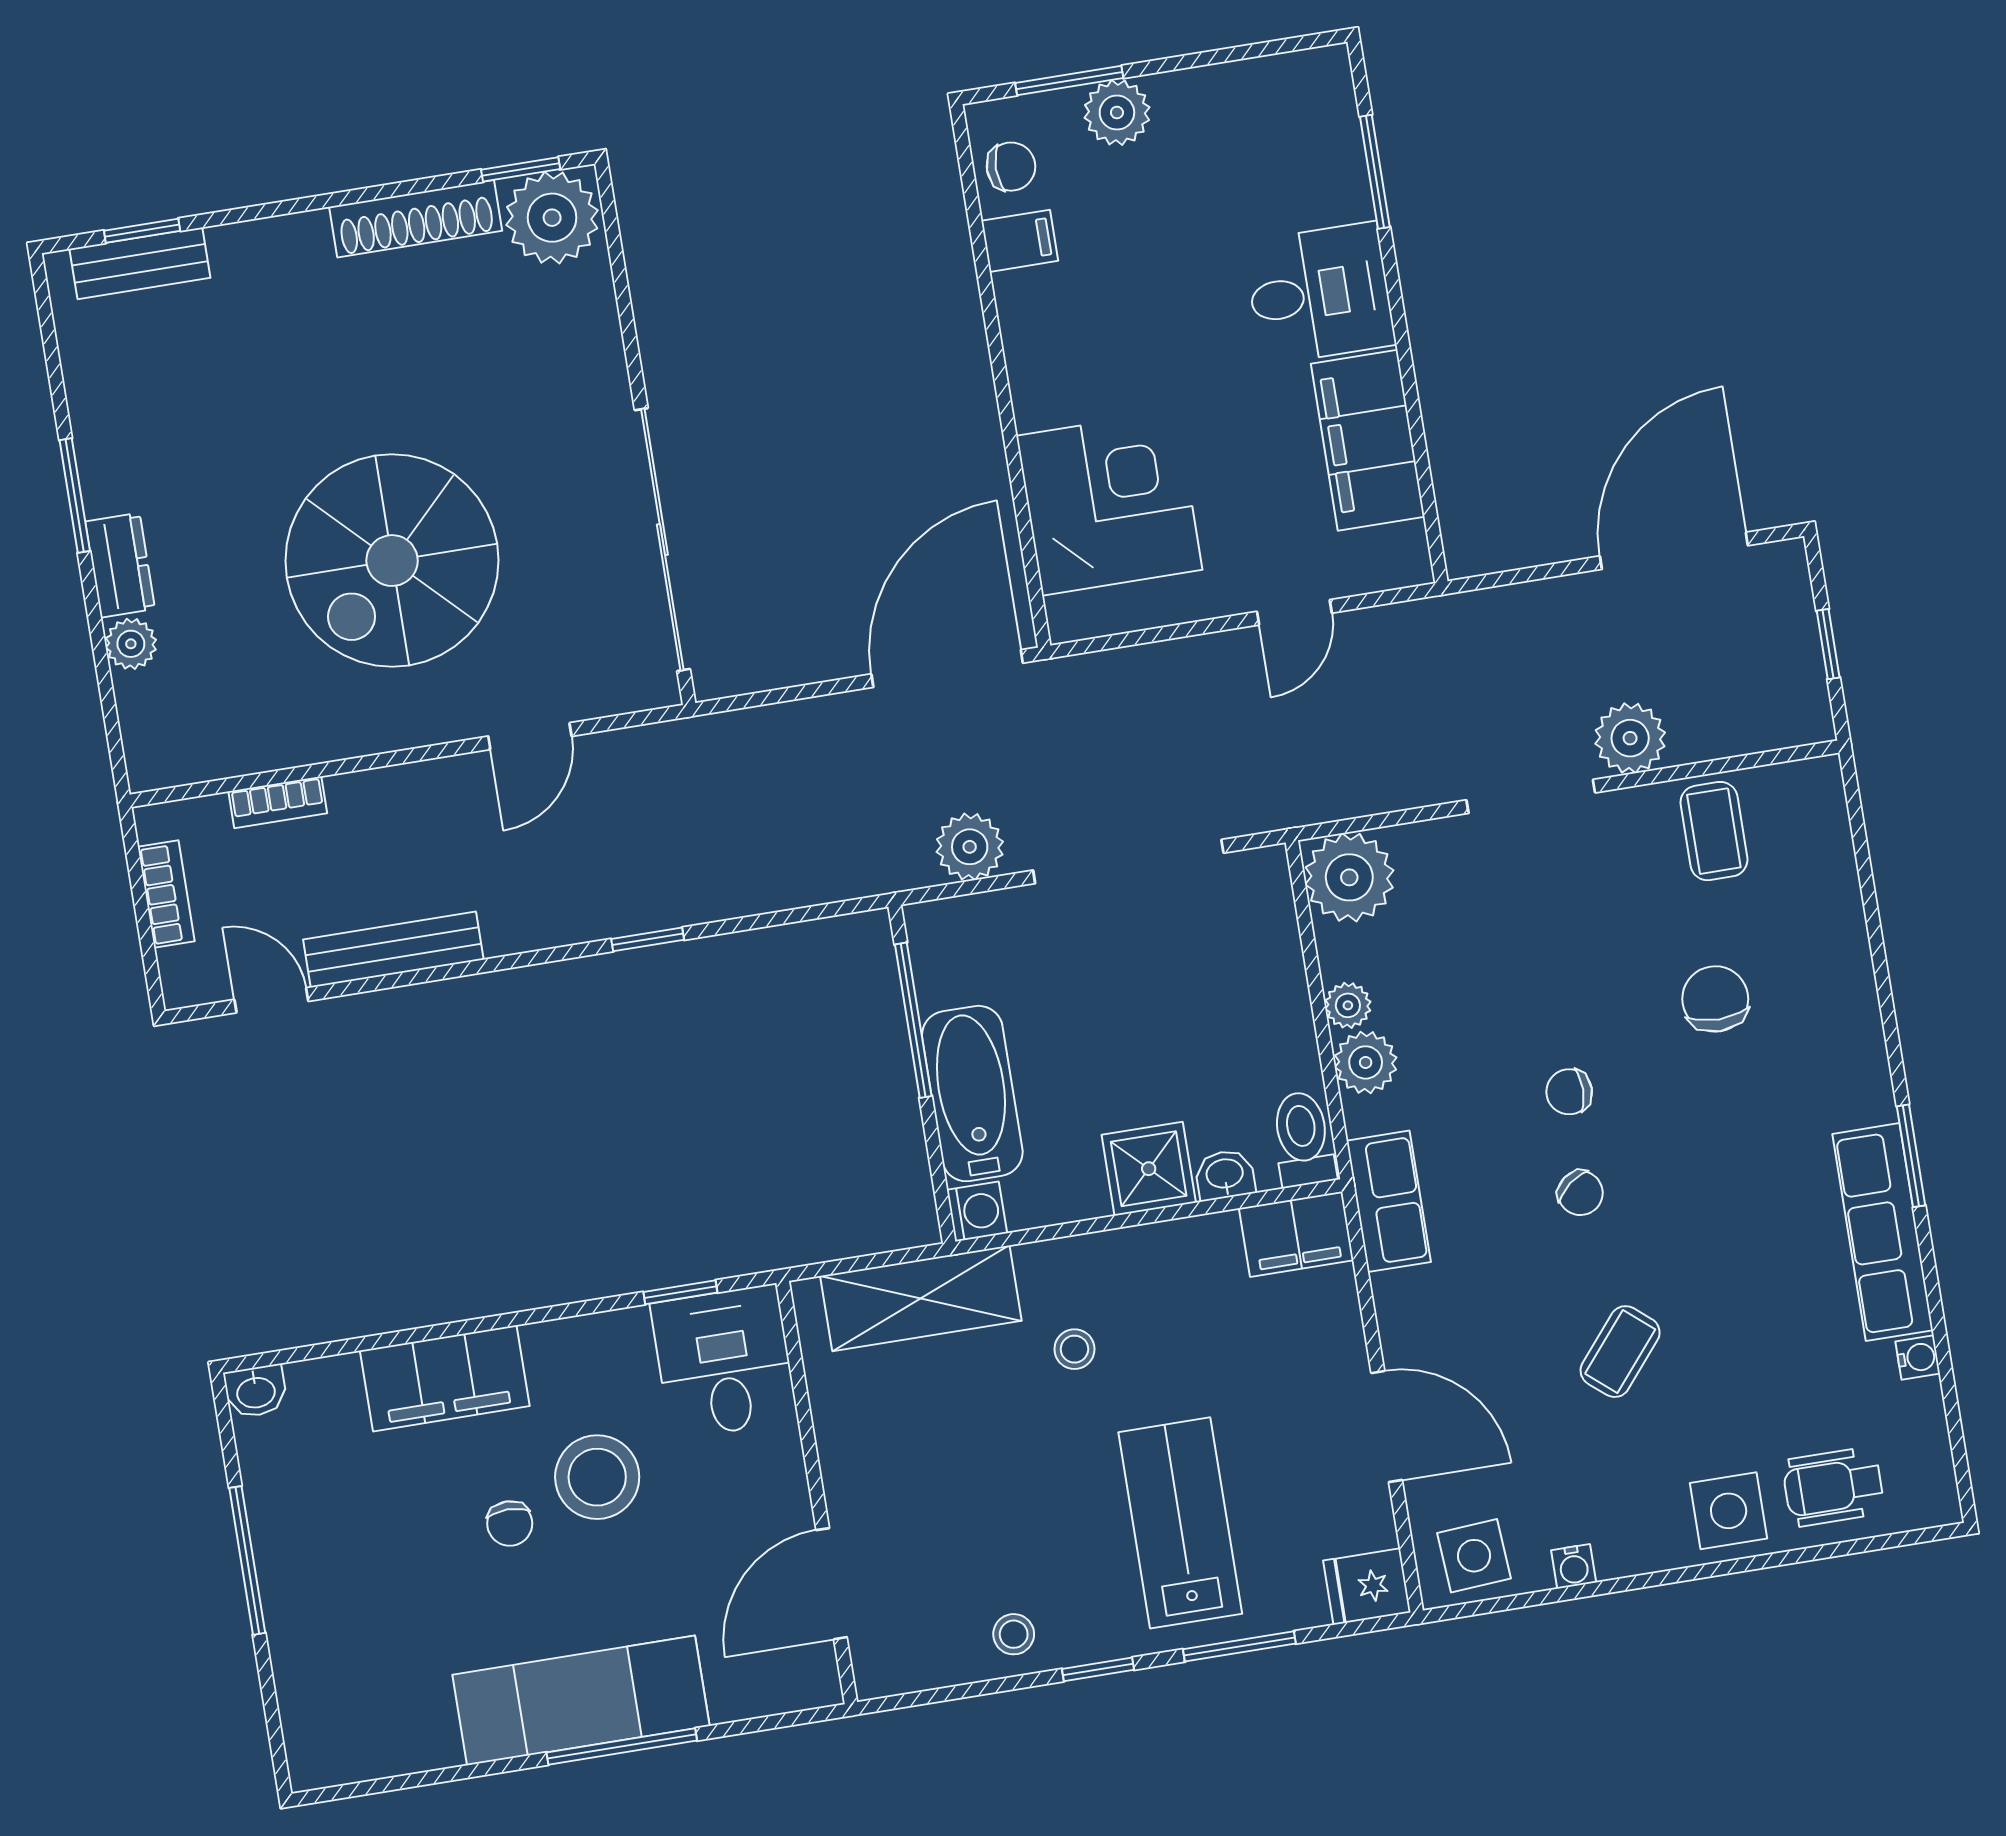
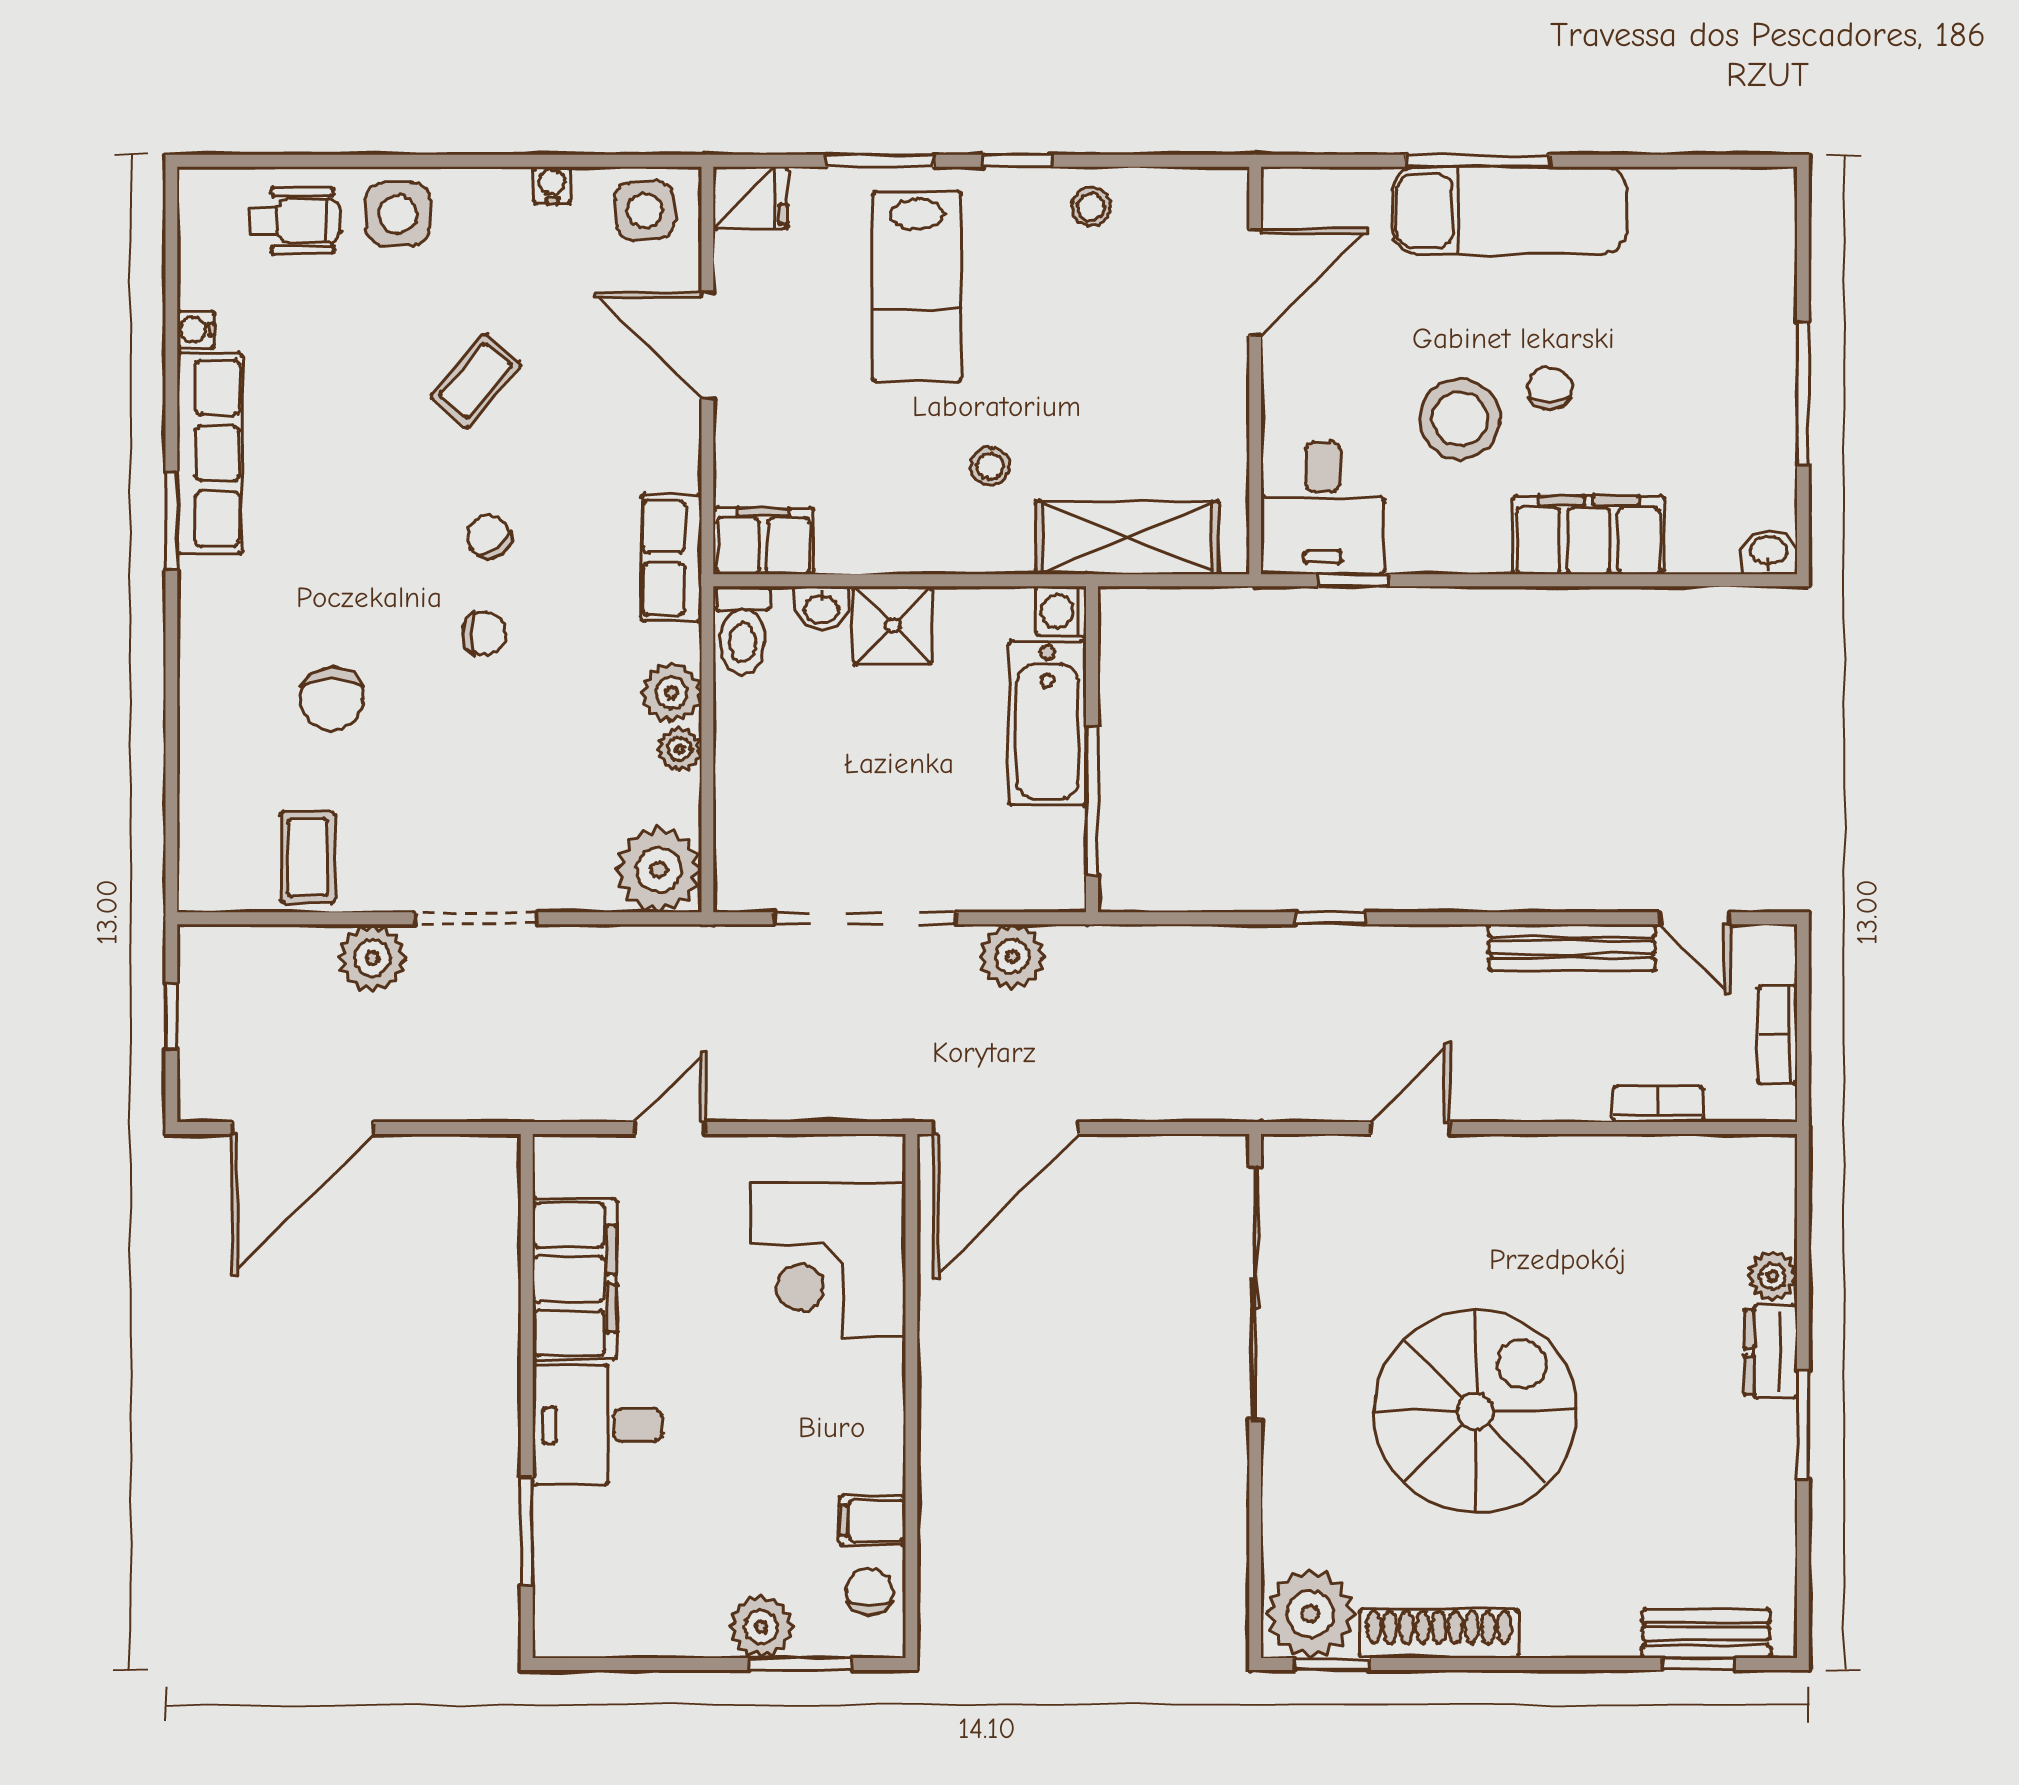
chair: (1011, 167) -> (869, 1592), turned 90
spiral stairs: (392, 561) -> (1475, 1411), moved

